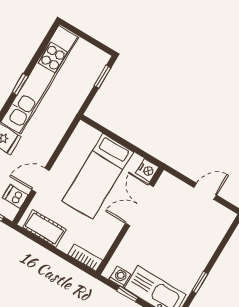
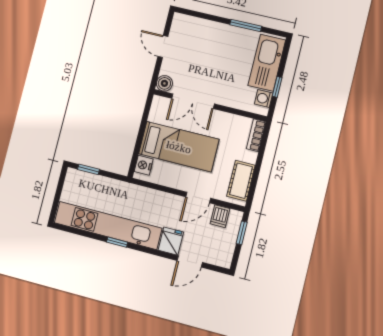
nightstand: (147, 170) -> (144, 165), moved, turned -90
door: (40, 180) -> (198, 197), hinge flipped
boiler: (167, 181) -> (164, 83), added
window: (200, 282) -> (246, 25), width x1.50

